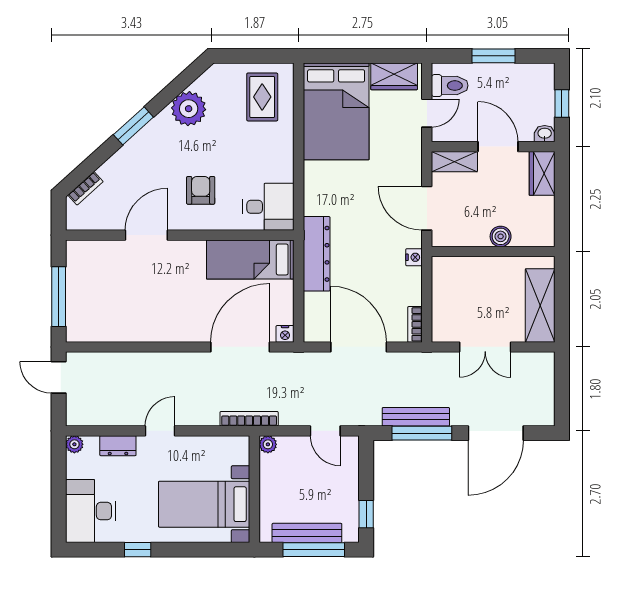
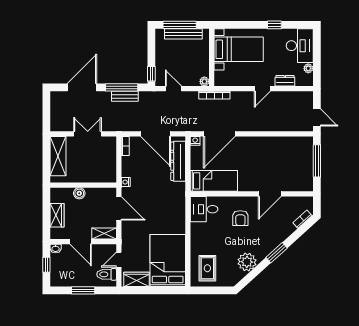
wardrobe: (542, 173) -> (57, 215), moved
dresser: (317, 254) -> (178, 161), moved
bench: (416, 417) -> (125, 96), width x0.73
plant: (74, 444) -> (308, 68), moved
window: (366, 514) -> (151, 74), moved

